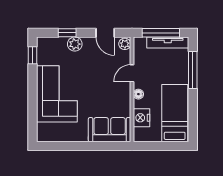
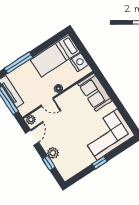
window: (33, 55) -> (100, 163), moved
corner sofa: (57, 94) -> (107, 134), moved
nightstand: (142, 118) -> (79, 62), moved, turned -90

